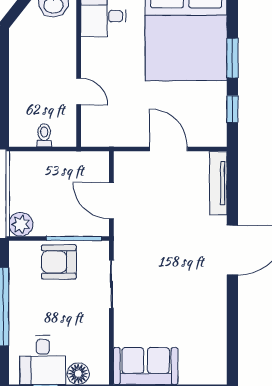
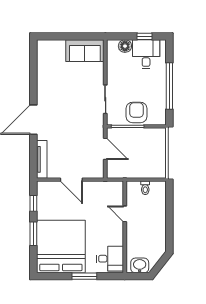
plant: (21, 224) -> (159, 135), removed
armchair: (59, 262) -> (137, 112), turned -90

